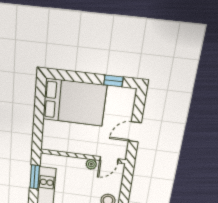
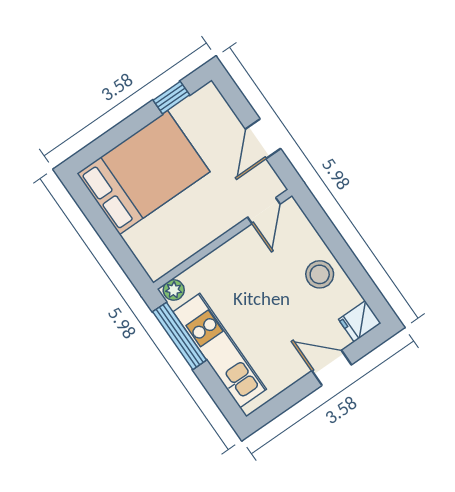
plant: (91, 164) -> (174, 290), moved
window: (35, 177) -> (180, 336), width x1.44

